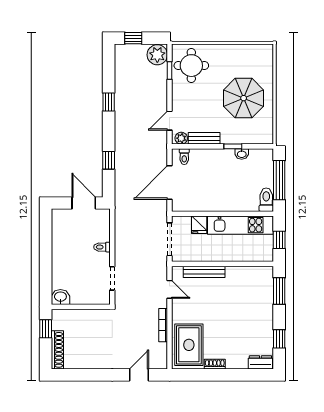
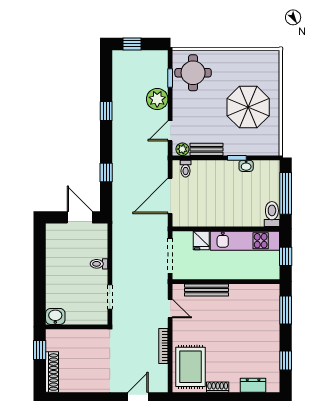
plant: (157, 55) -> (157, 99), moved
dresser: (260, 362) -> (253, 385), moved

